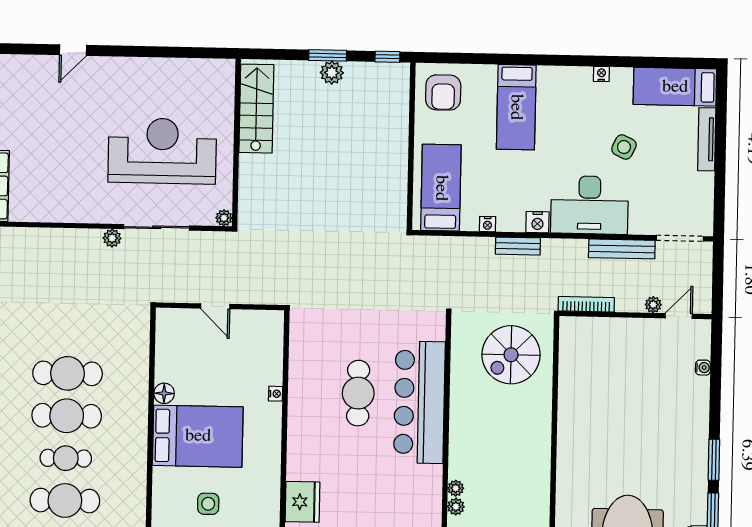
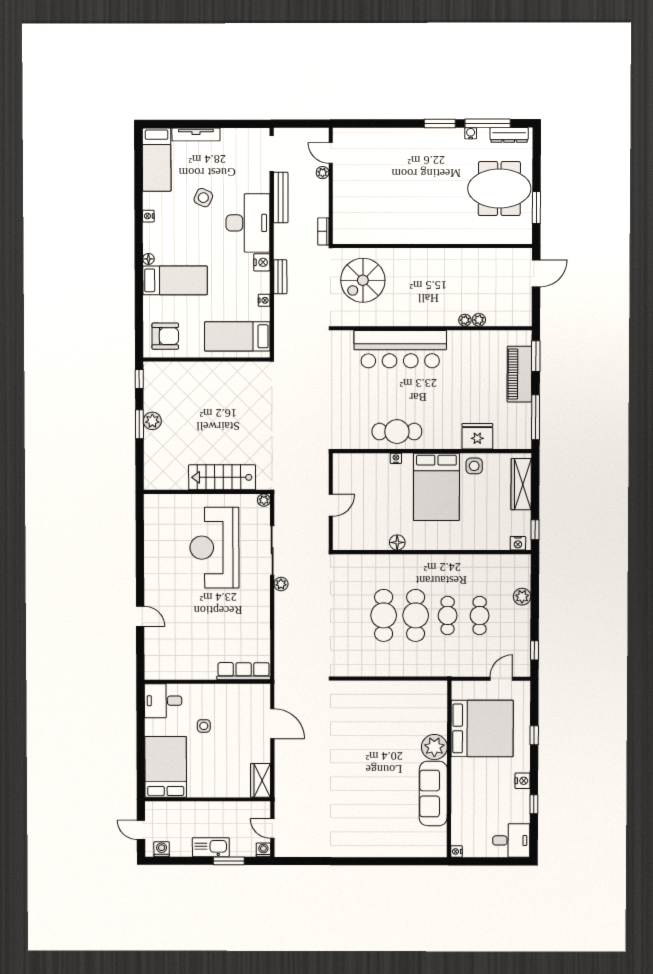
floor lamp: (545, 73) -> (148, 259), added
stairs: (256, 109) -> (222, 477), moved
bookcase: (586, 304) -> (323, 231), width x0.64
spiral stairs: (511, 355) -> (363, 280), turned 90
water cooler: (703, 368) -> (471, 133), moved
cafe table: (358, 393) -> (397, 432), moved
bed: (198, 436) -> (436, 487), moved, turned 180
cafe table: (65, 501) -> (480, 616), width x0.73, depth x0.74
side table: (208, 504) -> (474, 466), moved

